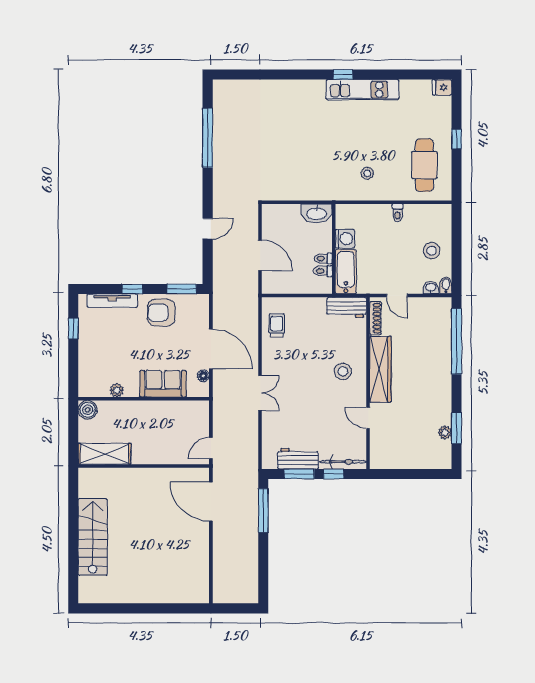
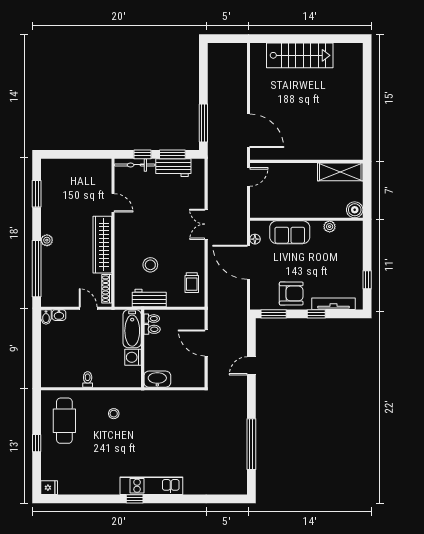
kitchen unit: (363, 90) -> (151, 486), moved
stool: (432, 251) -> (58, 347), removed
toilet: (323, 259) -> (152, 319), moved
workbench: (347, 307) -> (149, 298), moved
stool: (343, 371) -> (150, 265), moved
plant: (445, 433) -> (47, 240), moved
stairs: (93, 537) -> (300, 55), moved, turned -90

